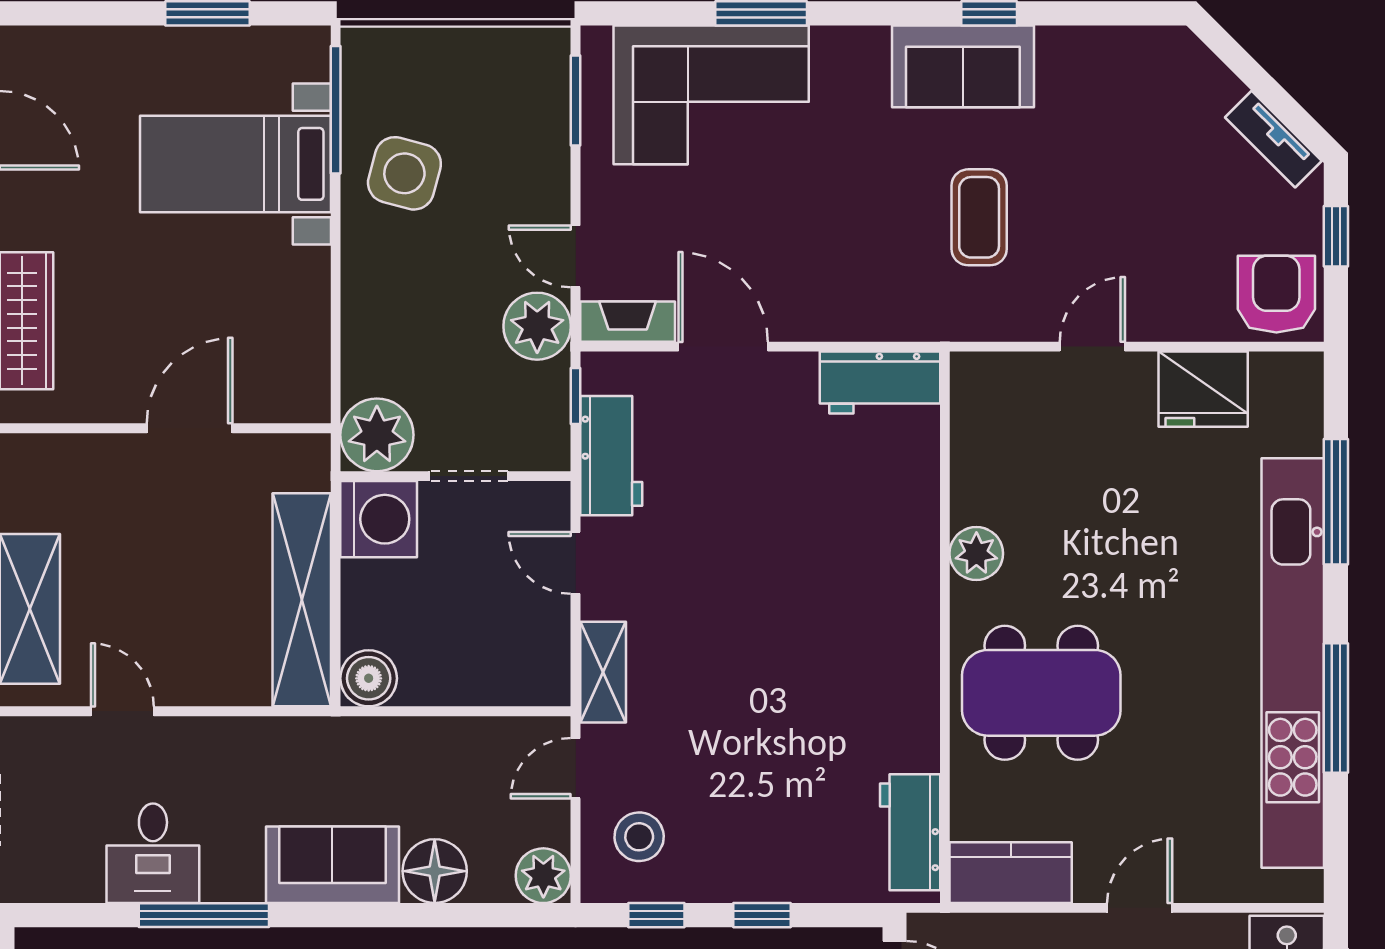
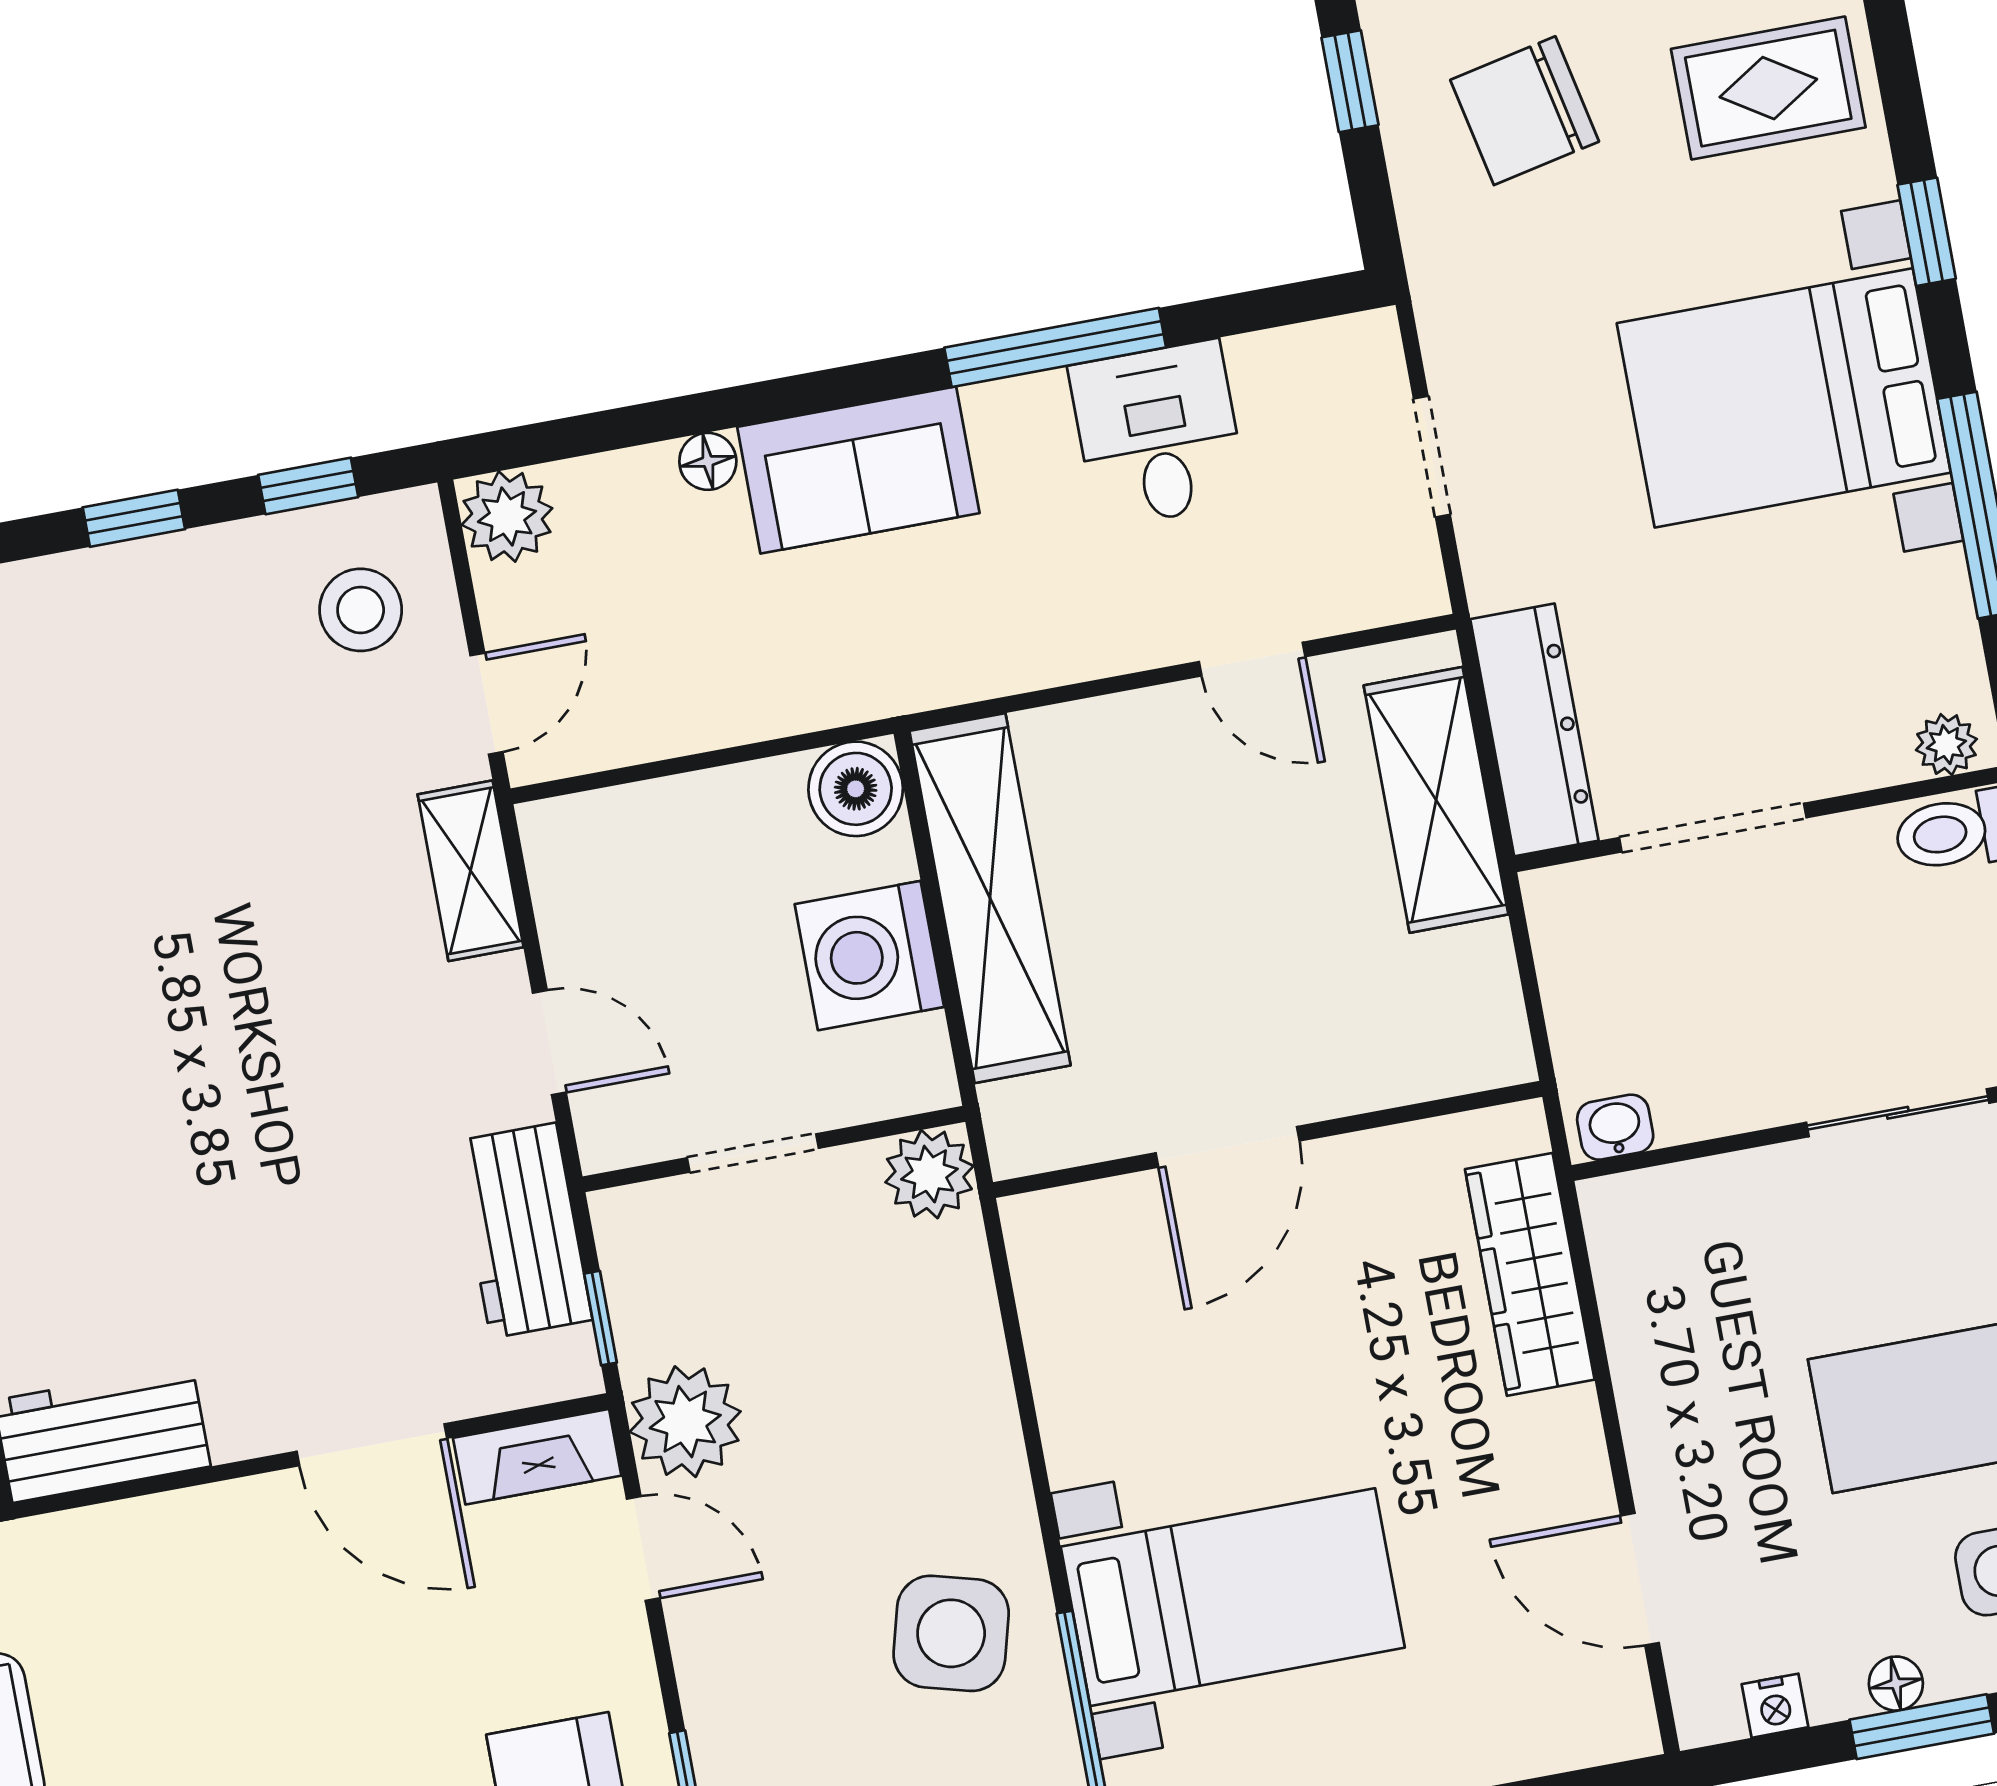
plant: (377, 435) -> (929, 1174), width x0.73, depth x0.73
washing machine: (379, 519) -> (869, 956), moved
floor lamp: (435, 871) -> (708, 461), width x0.53, depth x0.53

